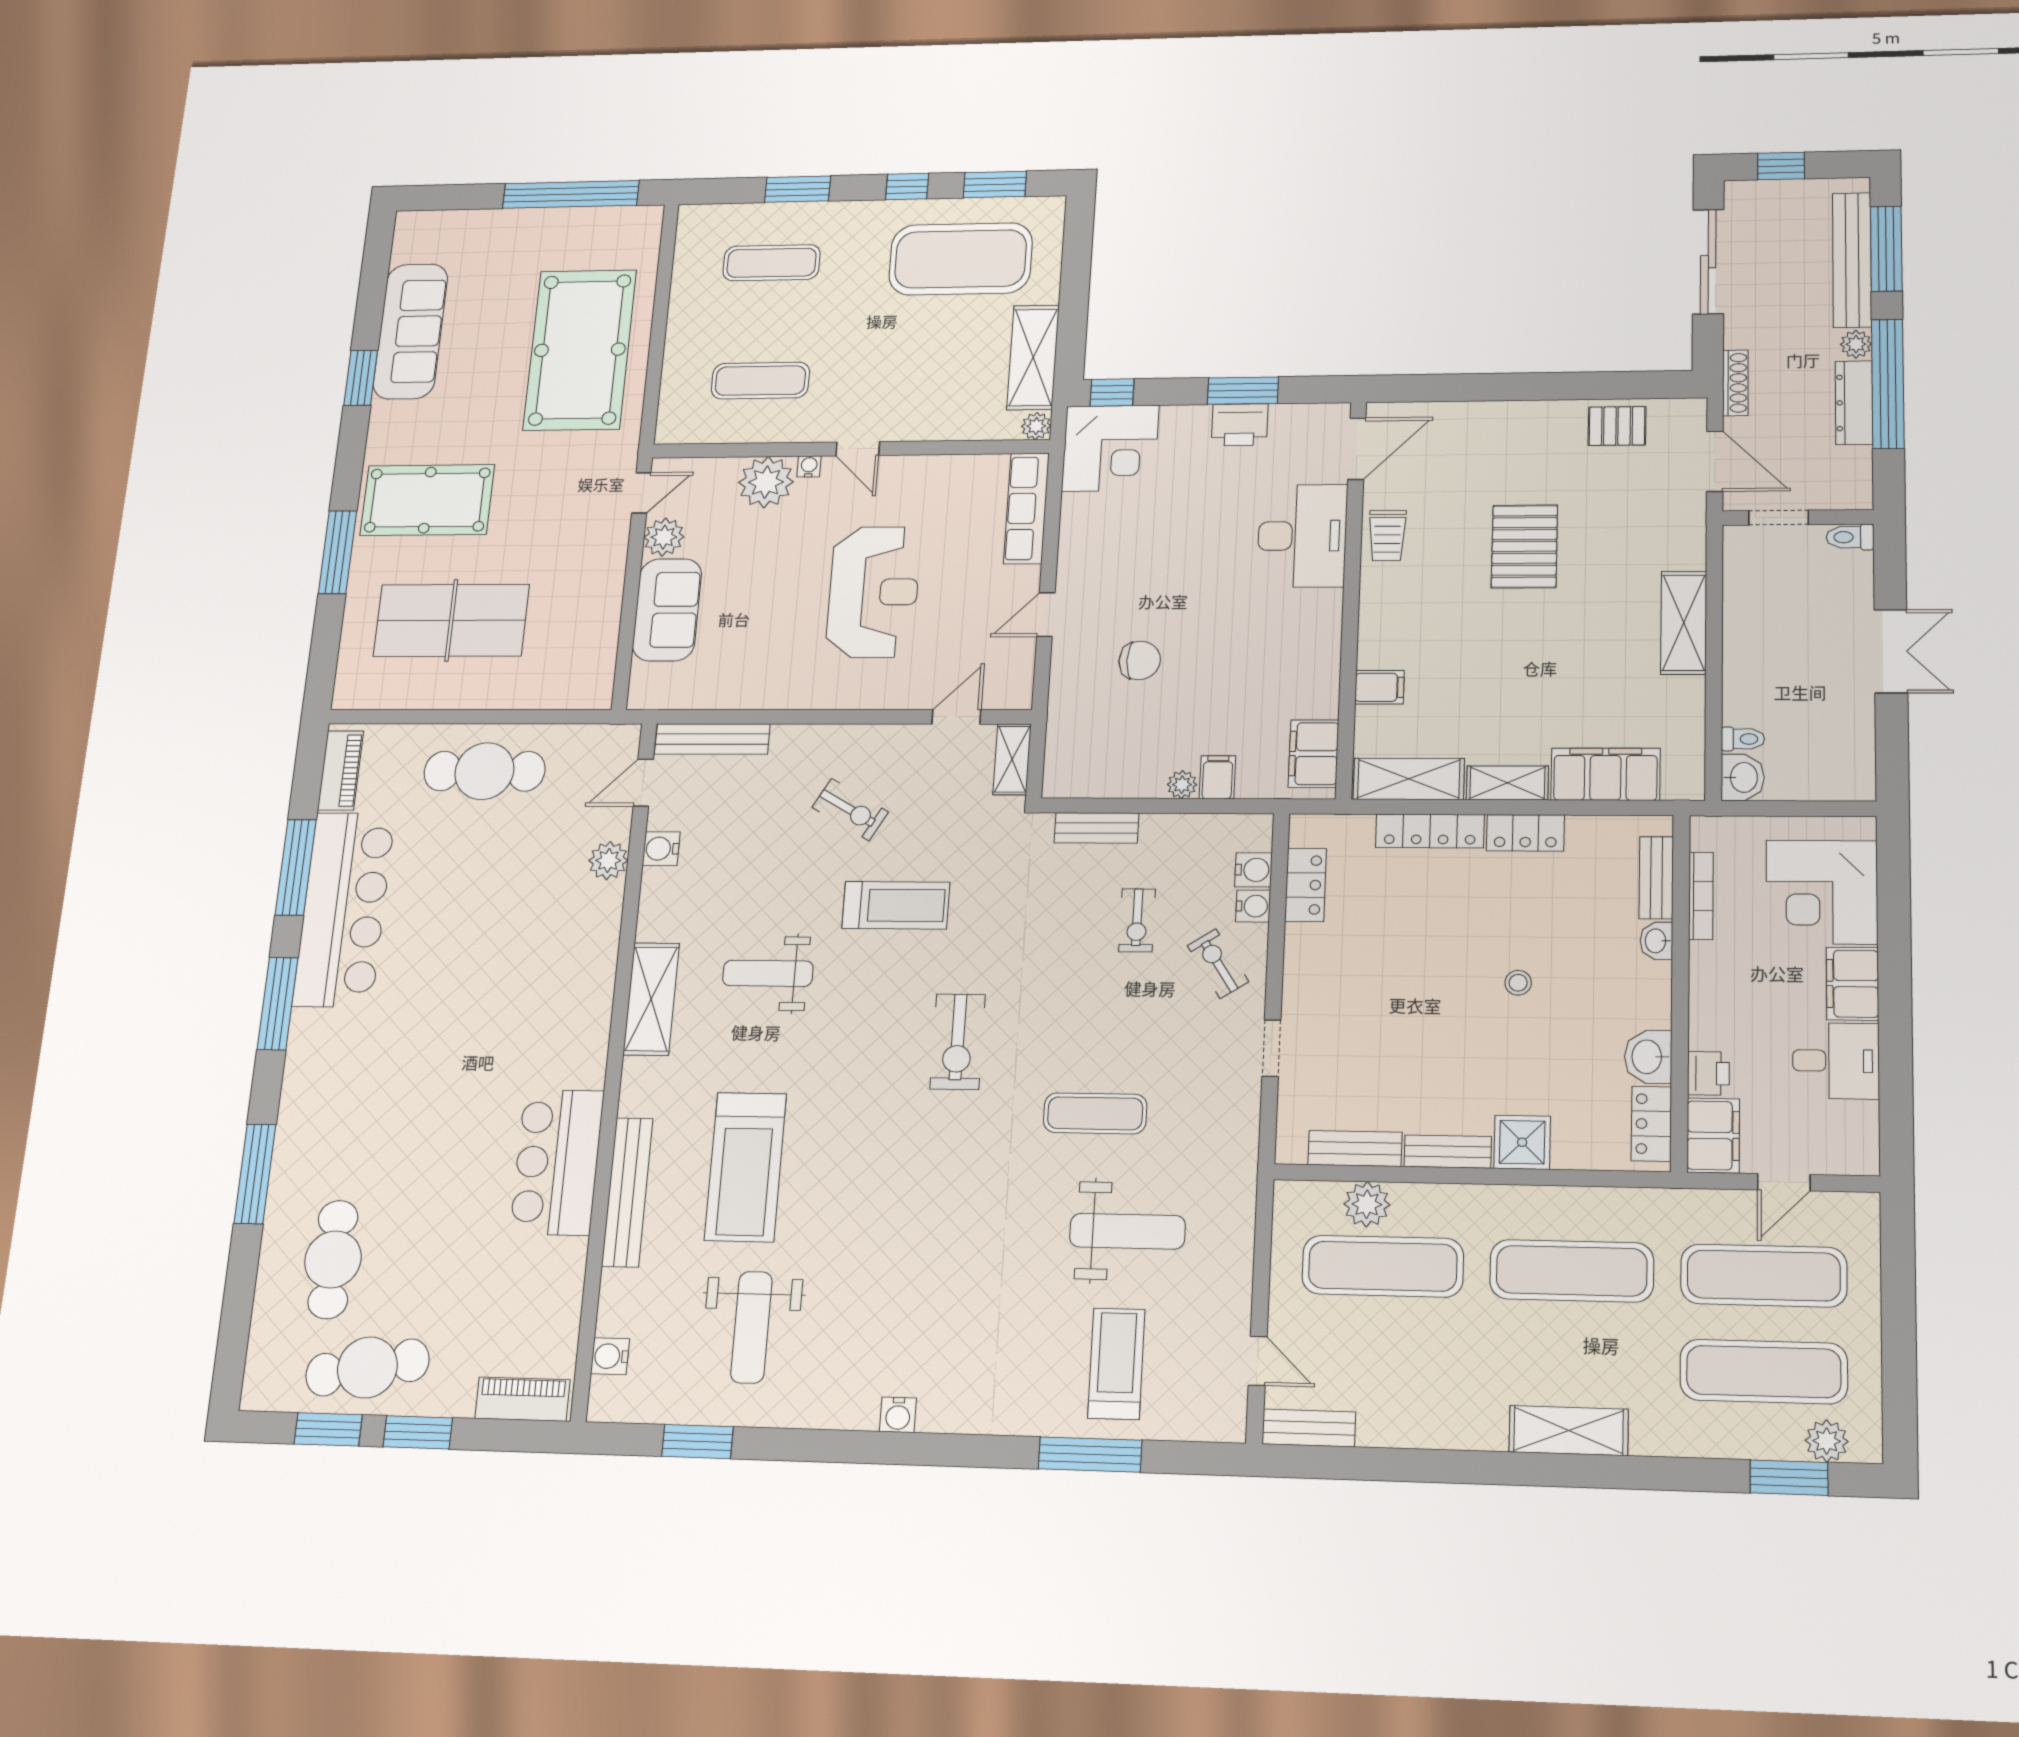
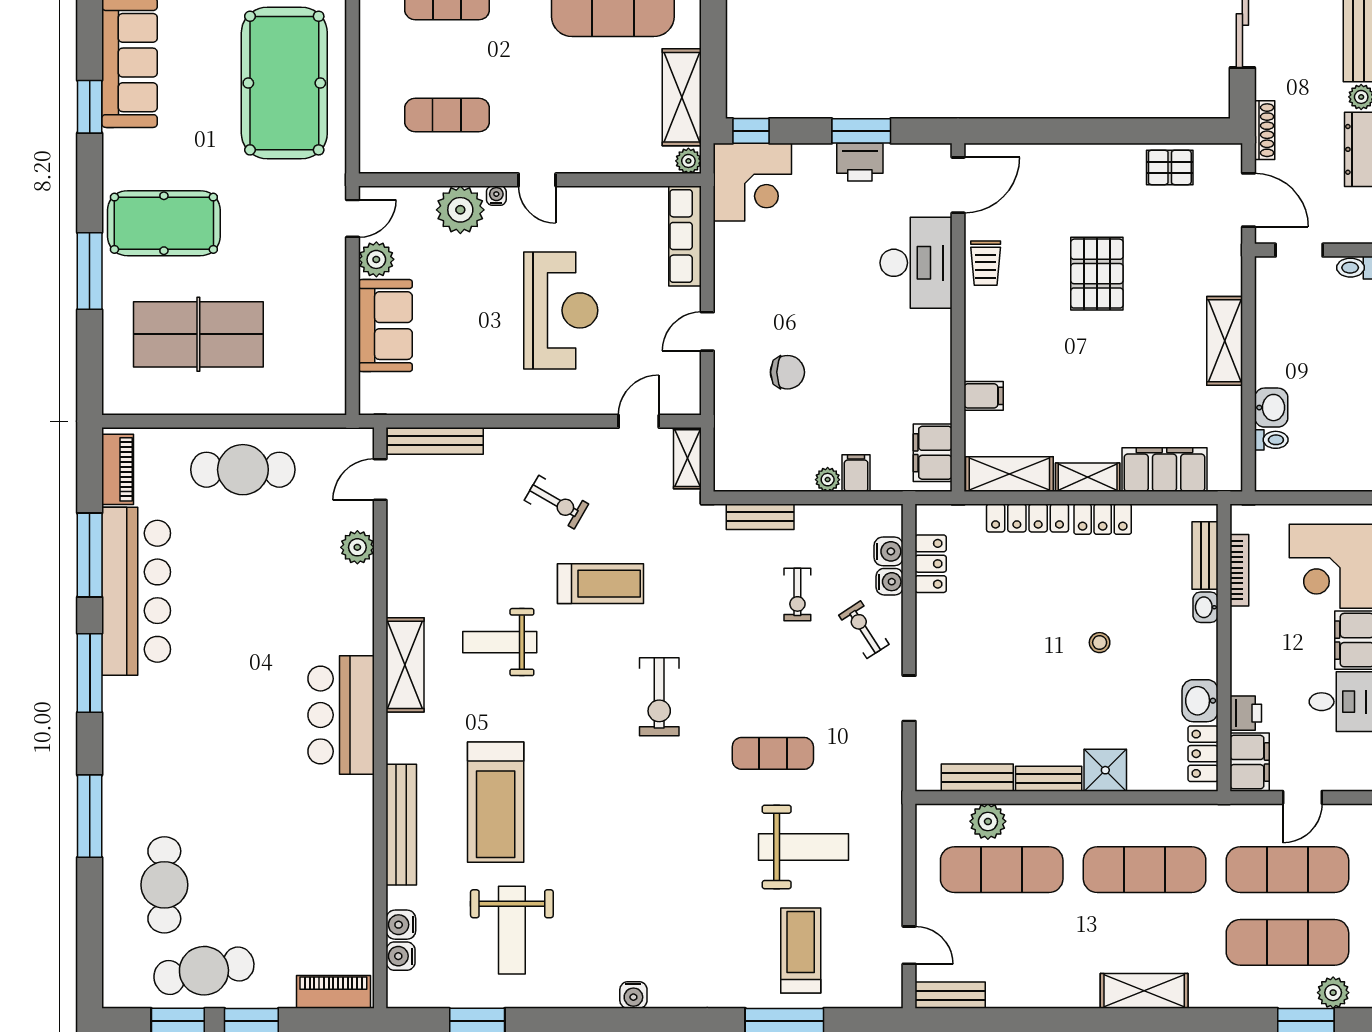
washbasin: (1743, 777) -> (1271, 408), moved
water cooler: (661, 849) -> (401, 925), moved
bar counter: (557, 1162) -> (341, 715), moved

